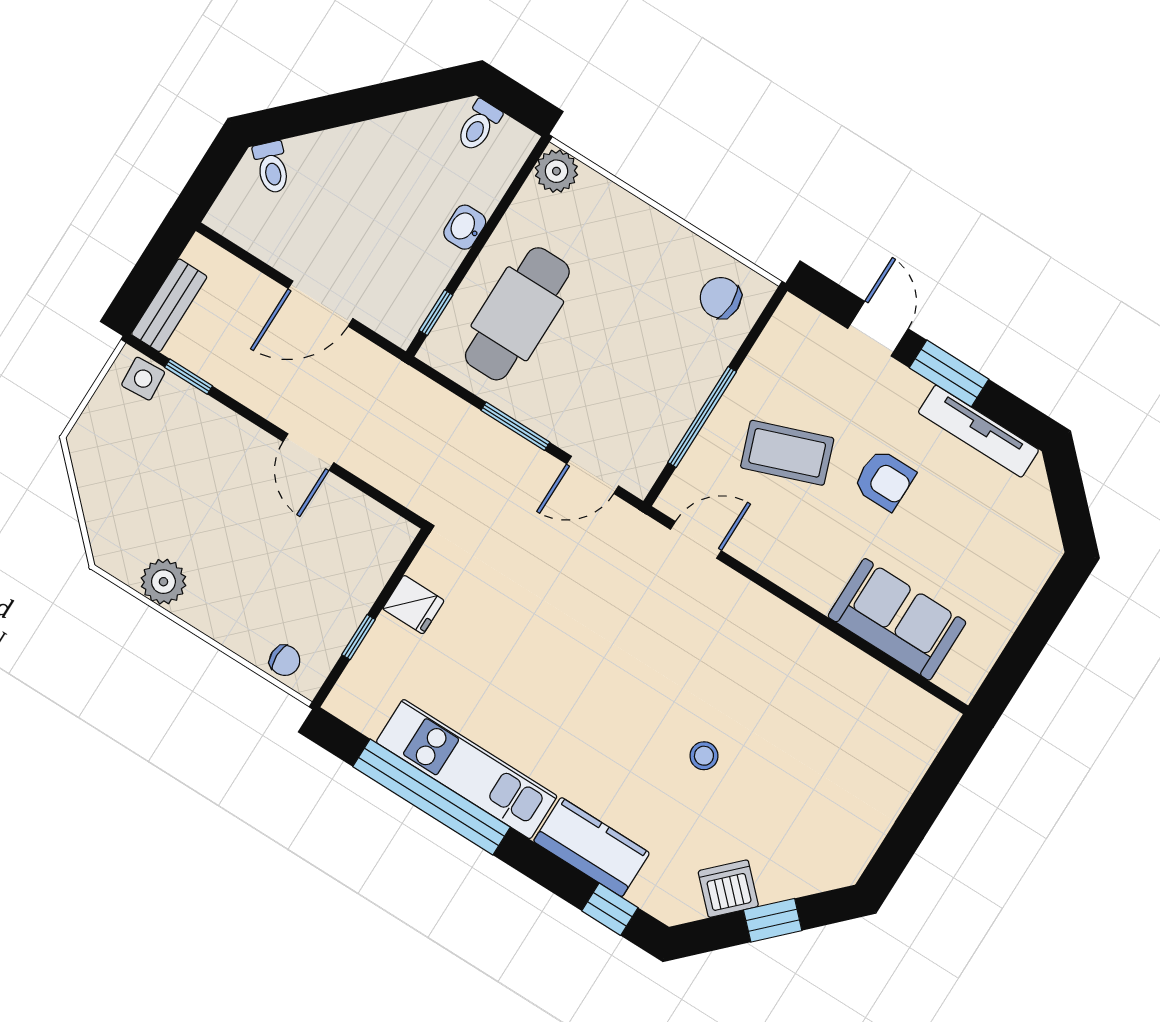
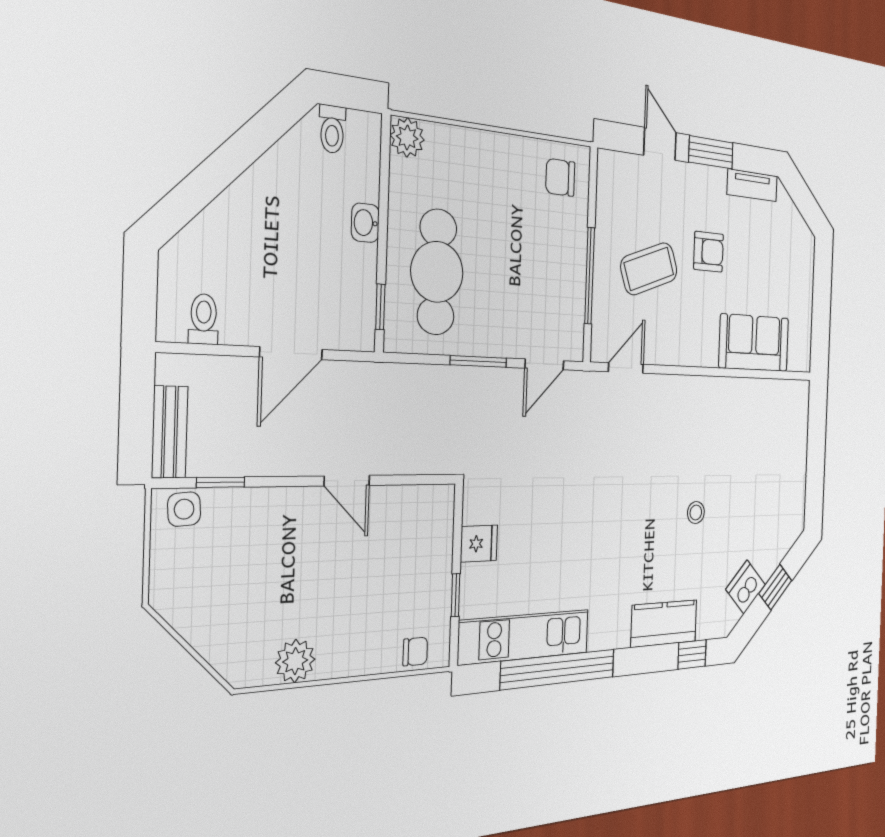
toilet: (272, 167) -> (204, 319), moved, turned -135
tv unit: (978, 431) -> (752, 185), width x0.71
kitchen unit: (467, 769) -> (524, 637), moved

